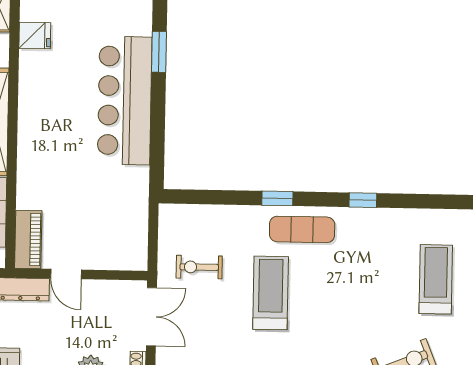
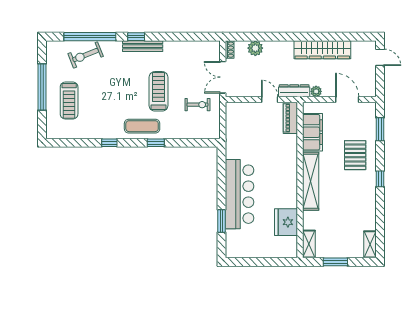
fridge: (35, 36) -> (286, 222), width x1.88, depth x1.34
treadmill: (271, 293) -> (159, 91), turned 180

